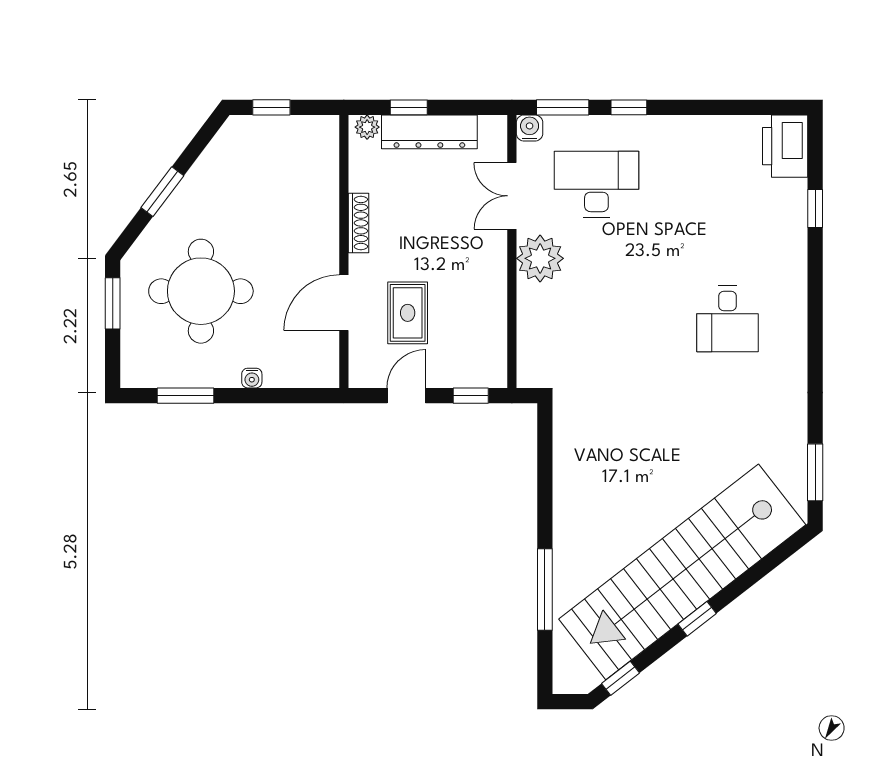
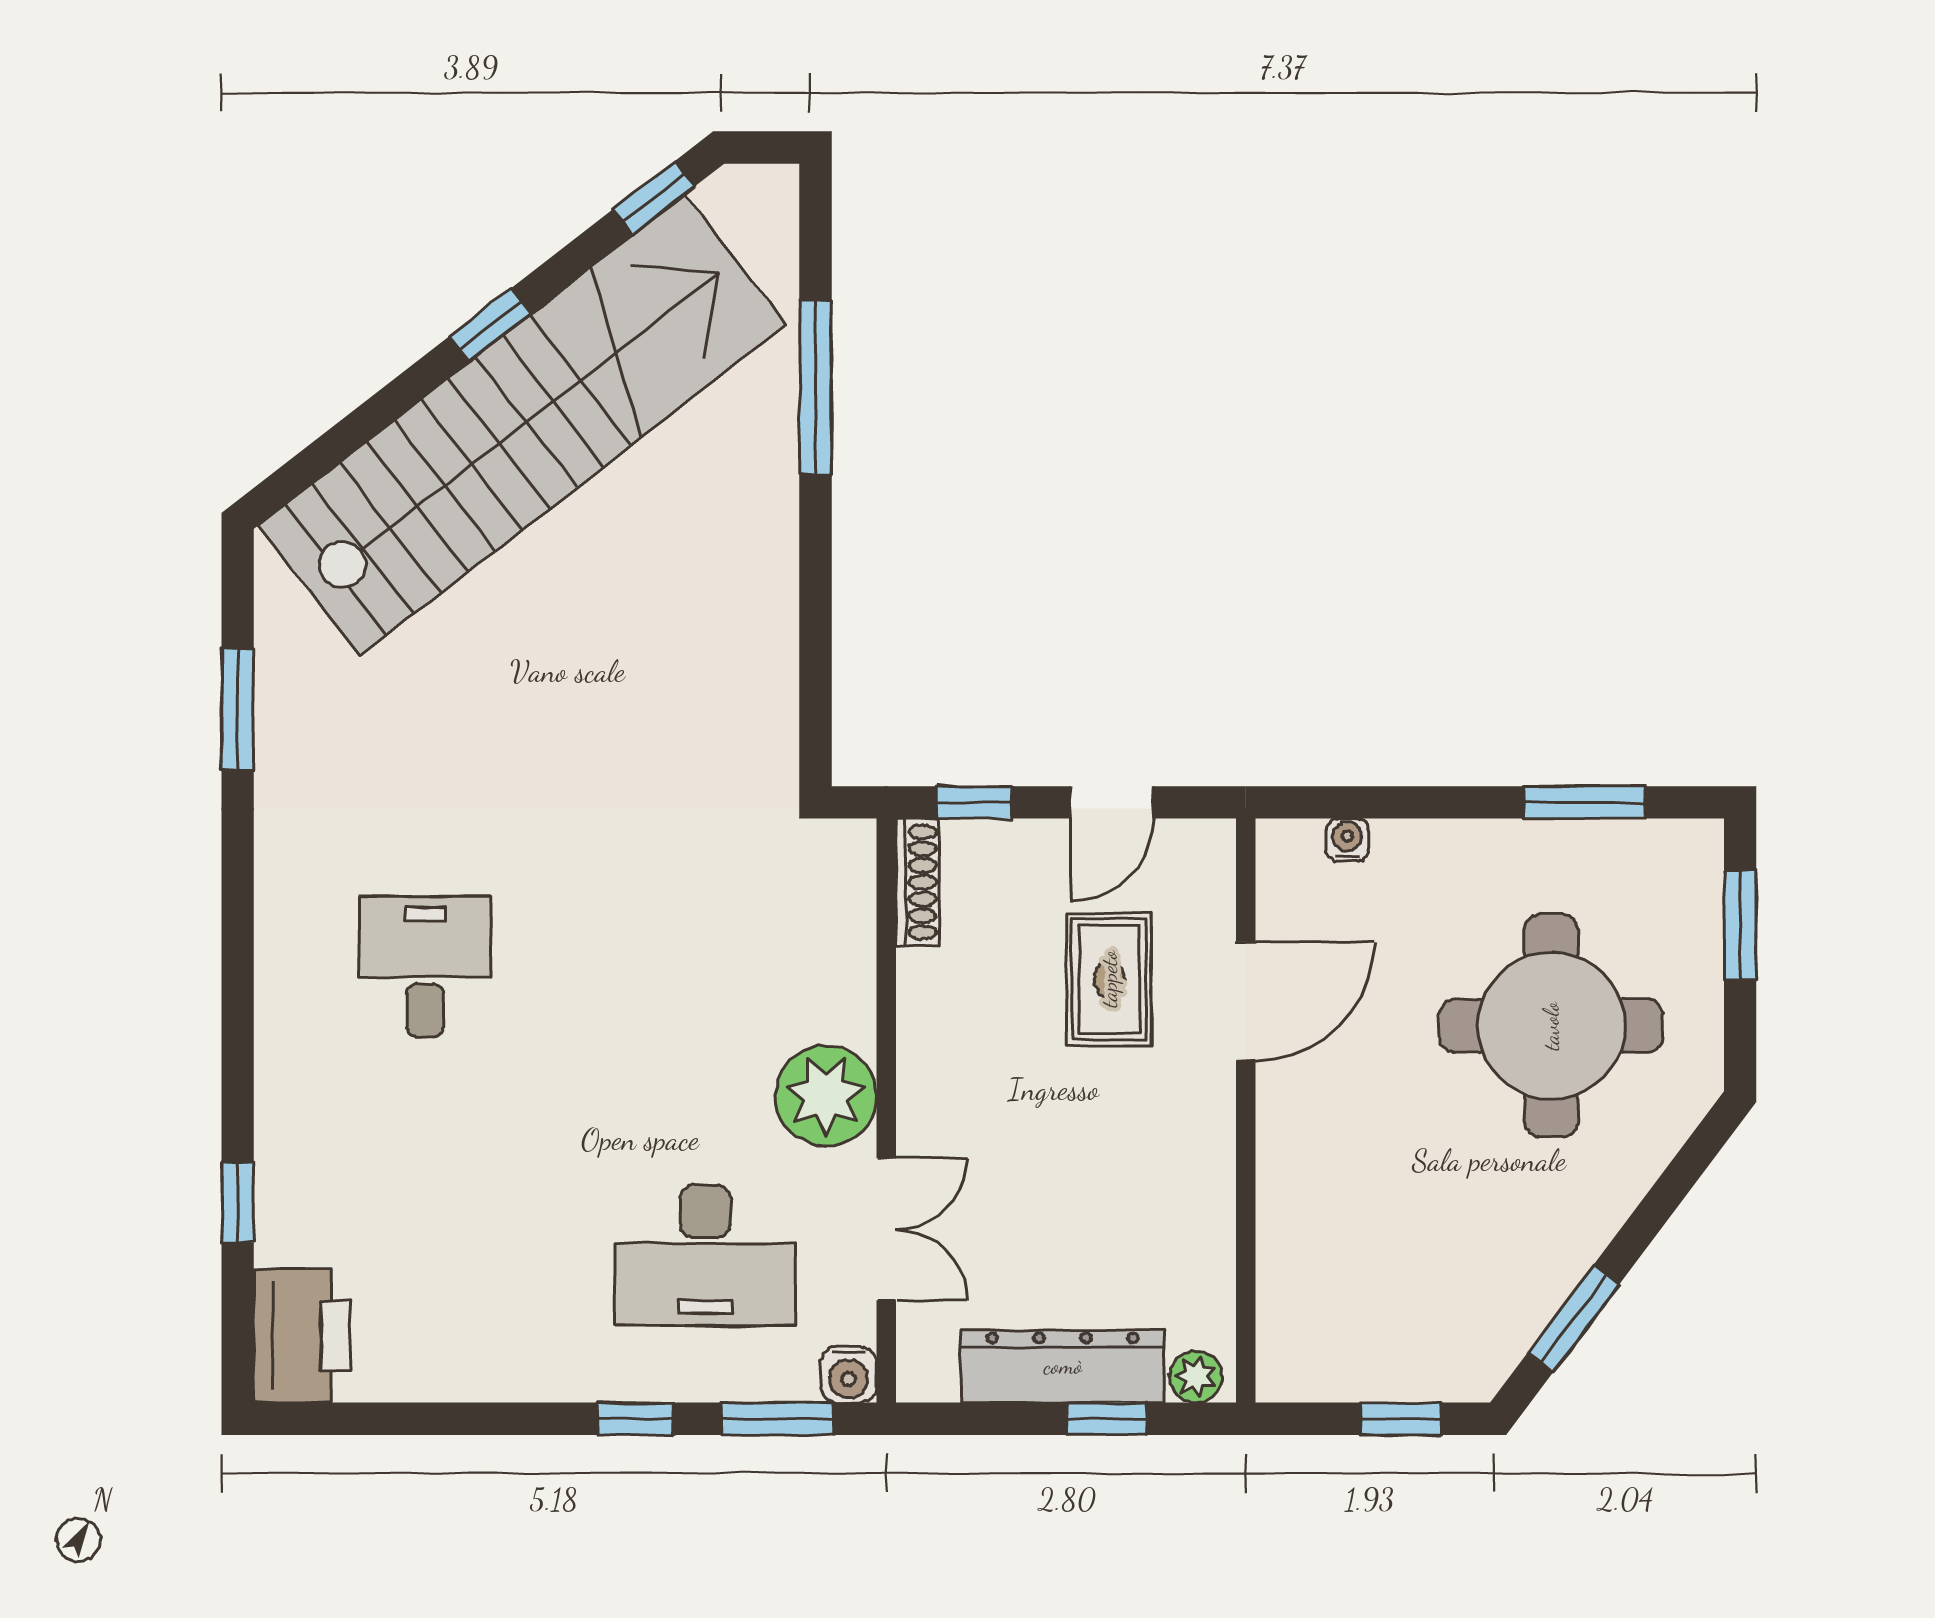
window: (162, 192) -> (1573, 1319), moved
shoe rack: (358, 223) -> (917, 882), moved, turned 180
window: (113, 303) -> (1740, 925), moved
water cooler: (252, 378) -> (1347, 840), moved
window: (815, 472) -> (238, 709), moved

